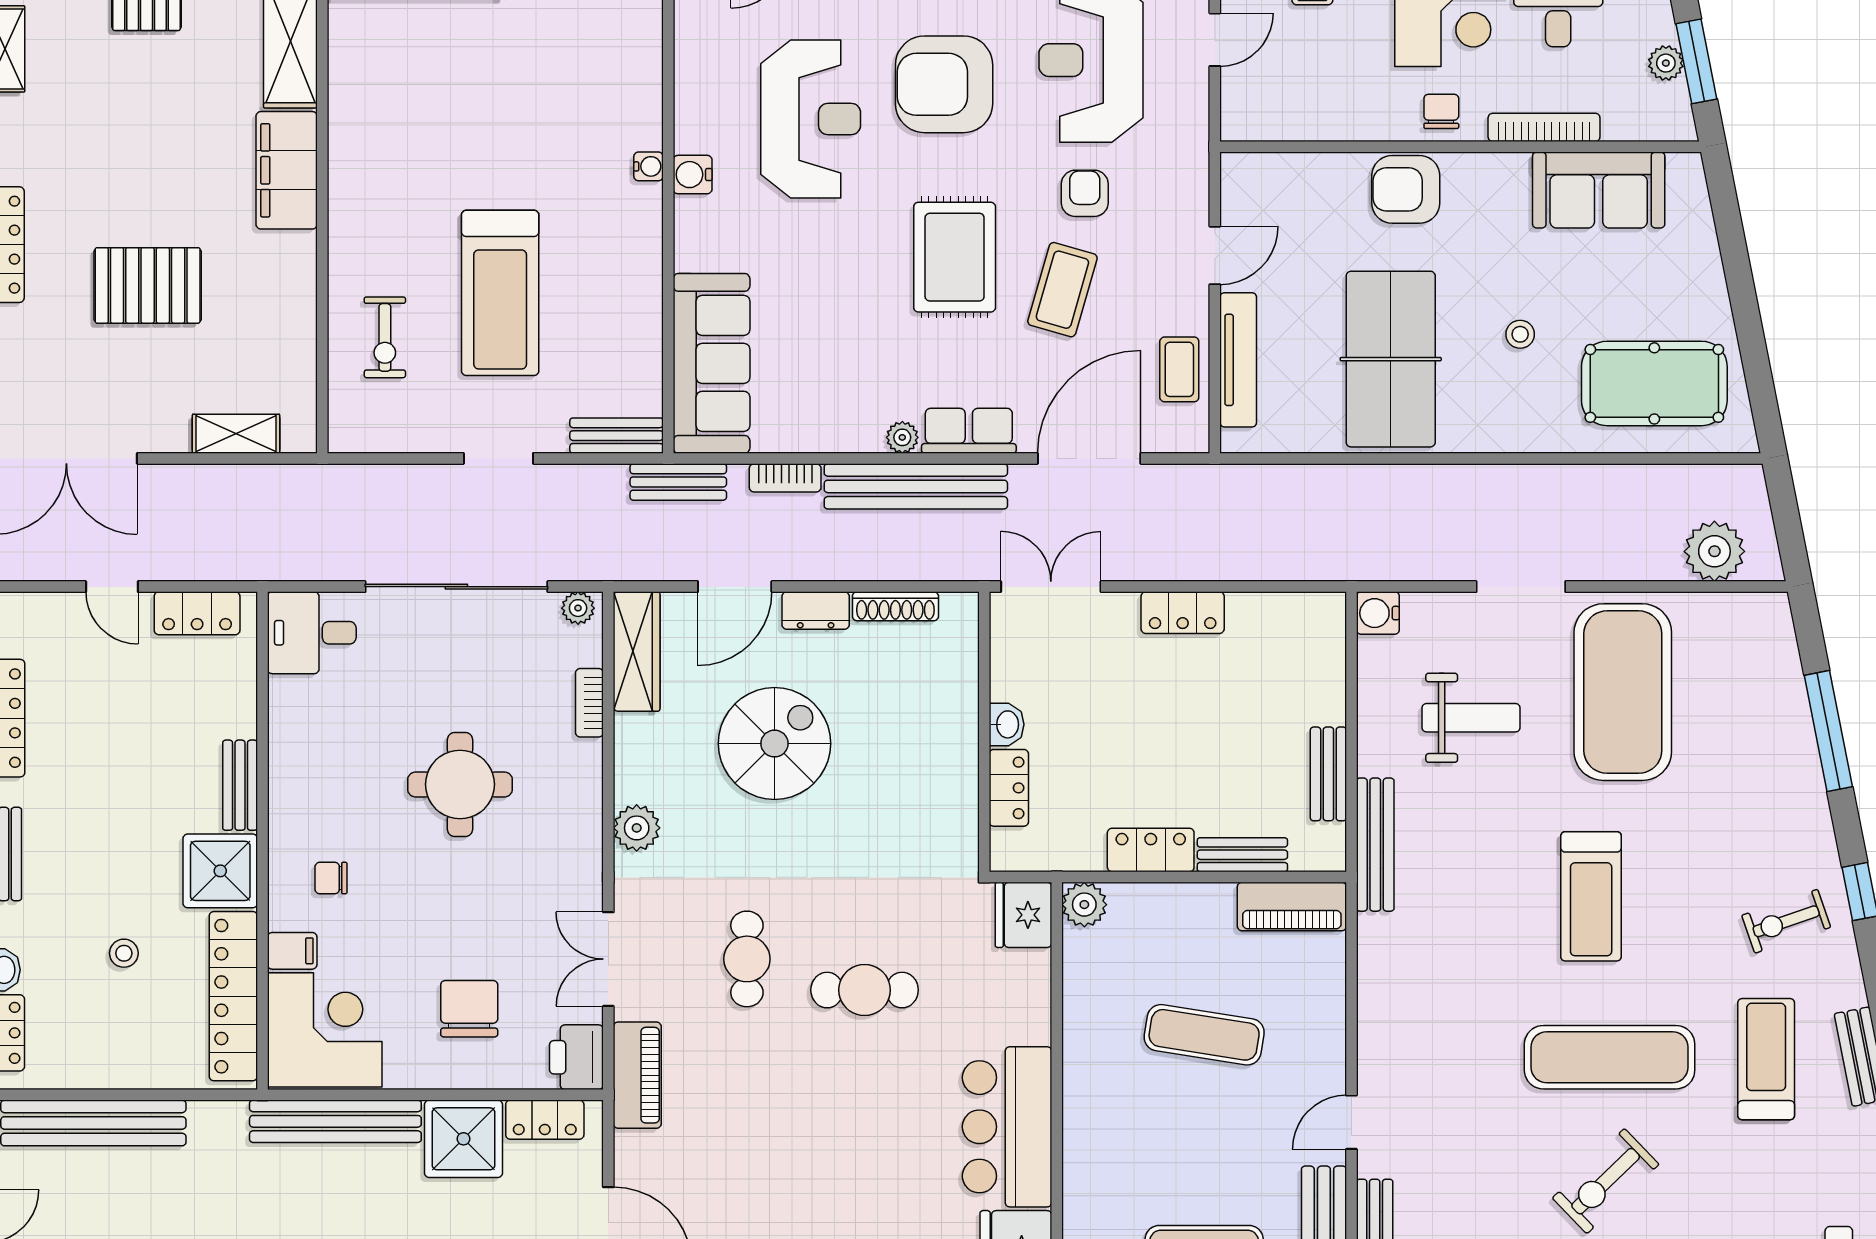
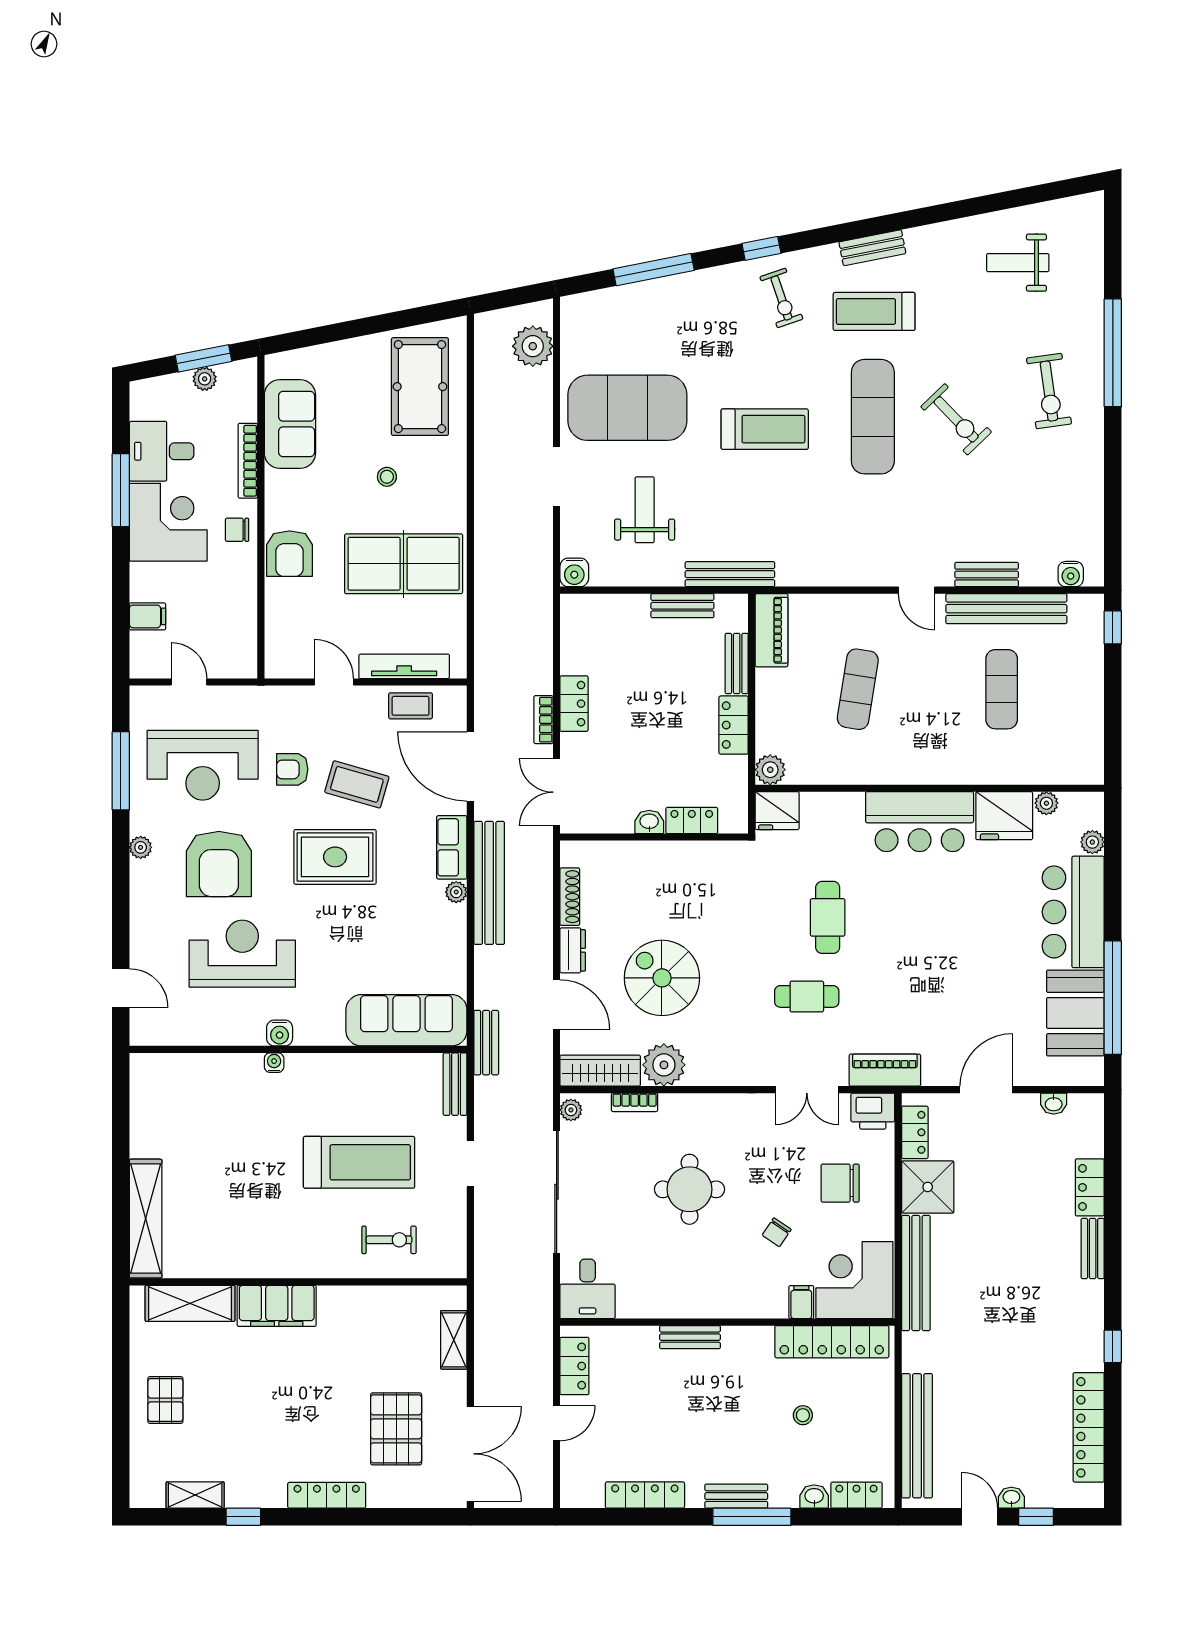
pallet: (148, 285) -> (396, 1429), moved
bookcase: (785, 478) -> (543, 720), moved, turned 180
plant: (637, 828) -> (664, 1065), moved, width x1.36, depth x1.36
shower: (220, 871) -> (748, 1350), removed
chair: (331, 878) -> (777, 1232), moved, turned 34

